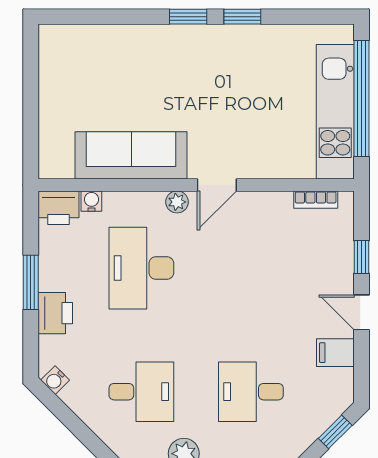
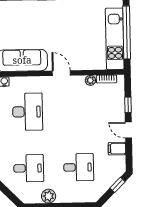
door: (217, 185) -> (61, 73), swing flipped
plant: (177, 202) -> (90, 80), moved
desk: (141, 268) -> (28, 112), turned 180
desk: (251, 392) -> (79, 167), turned 180

